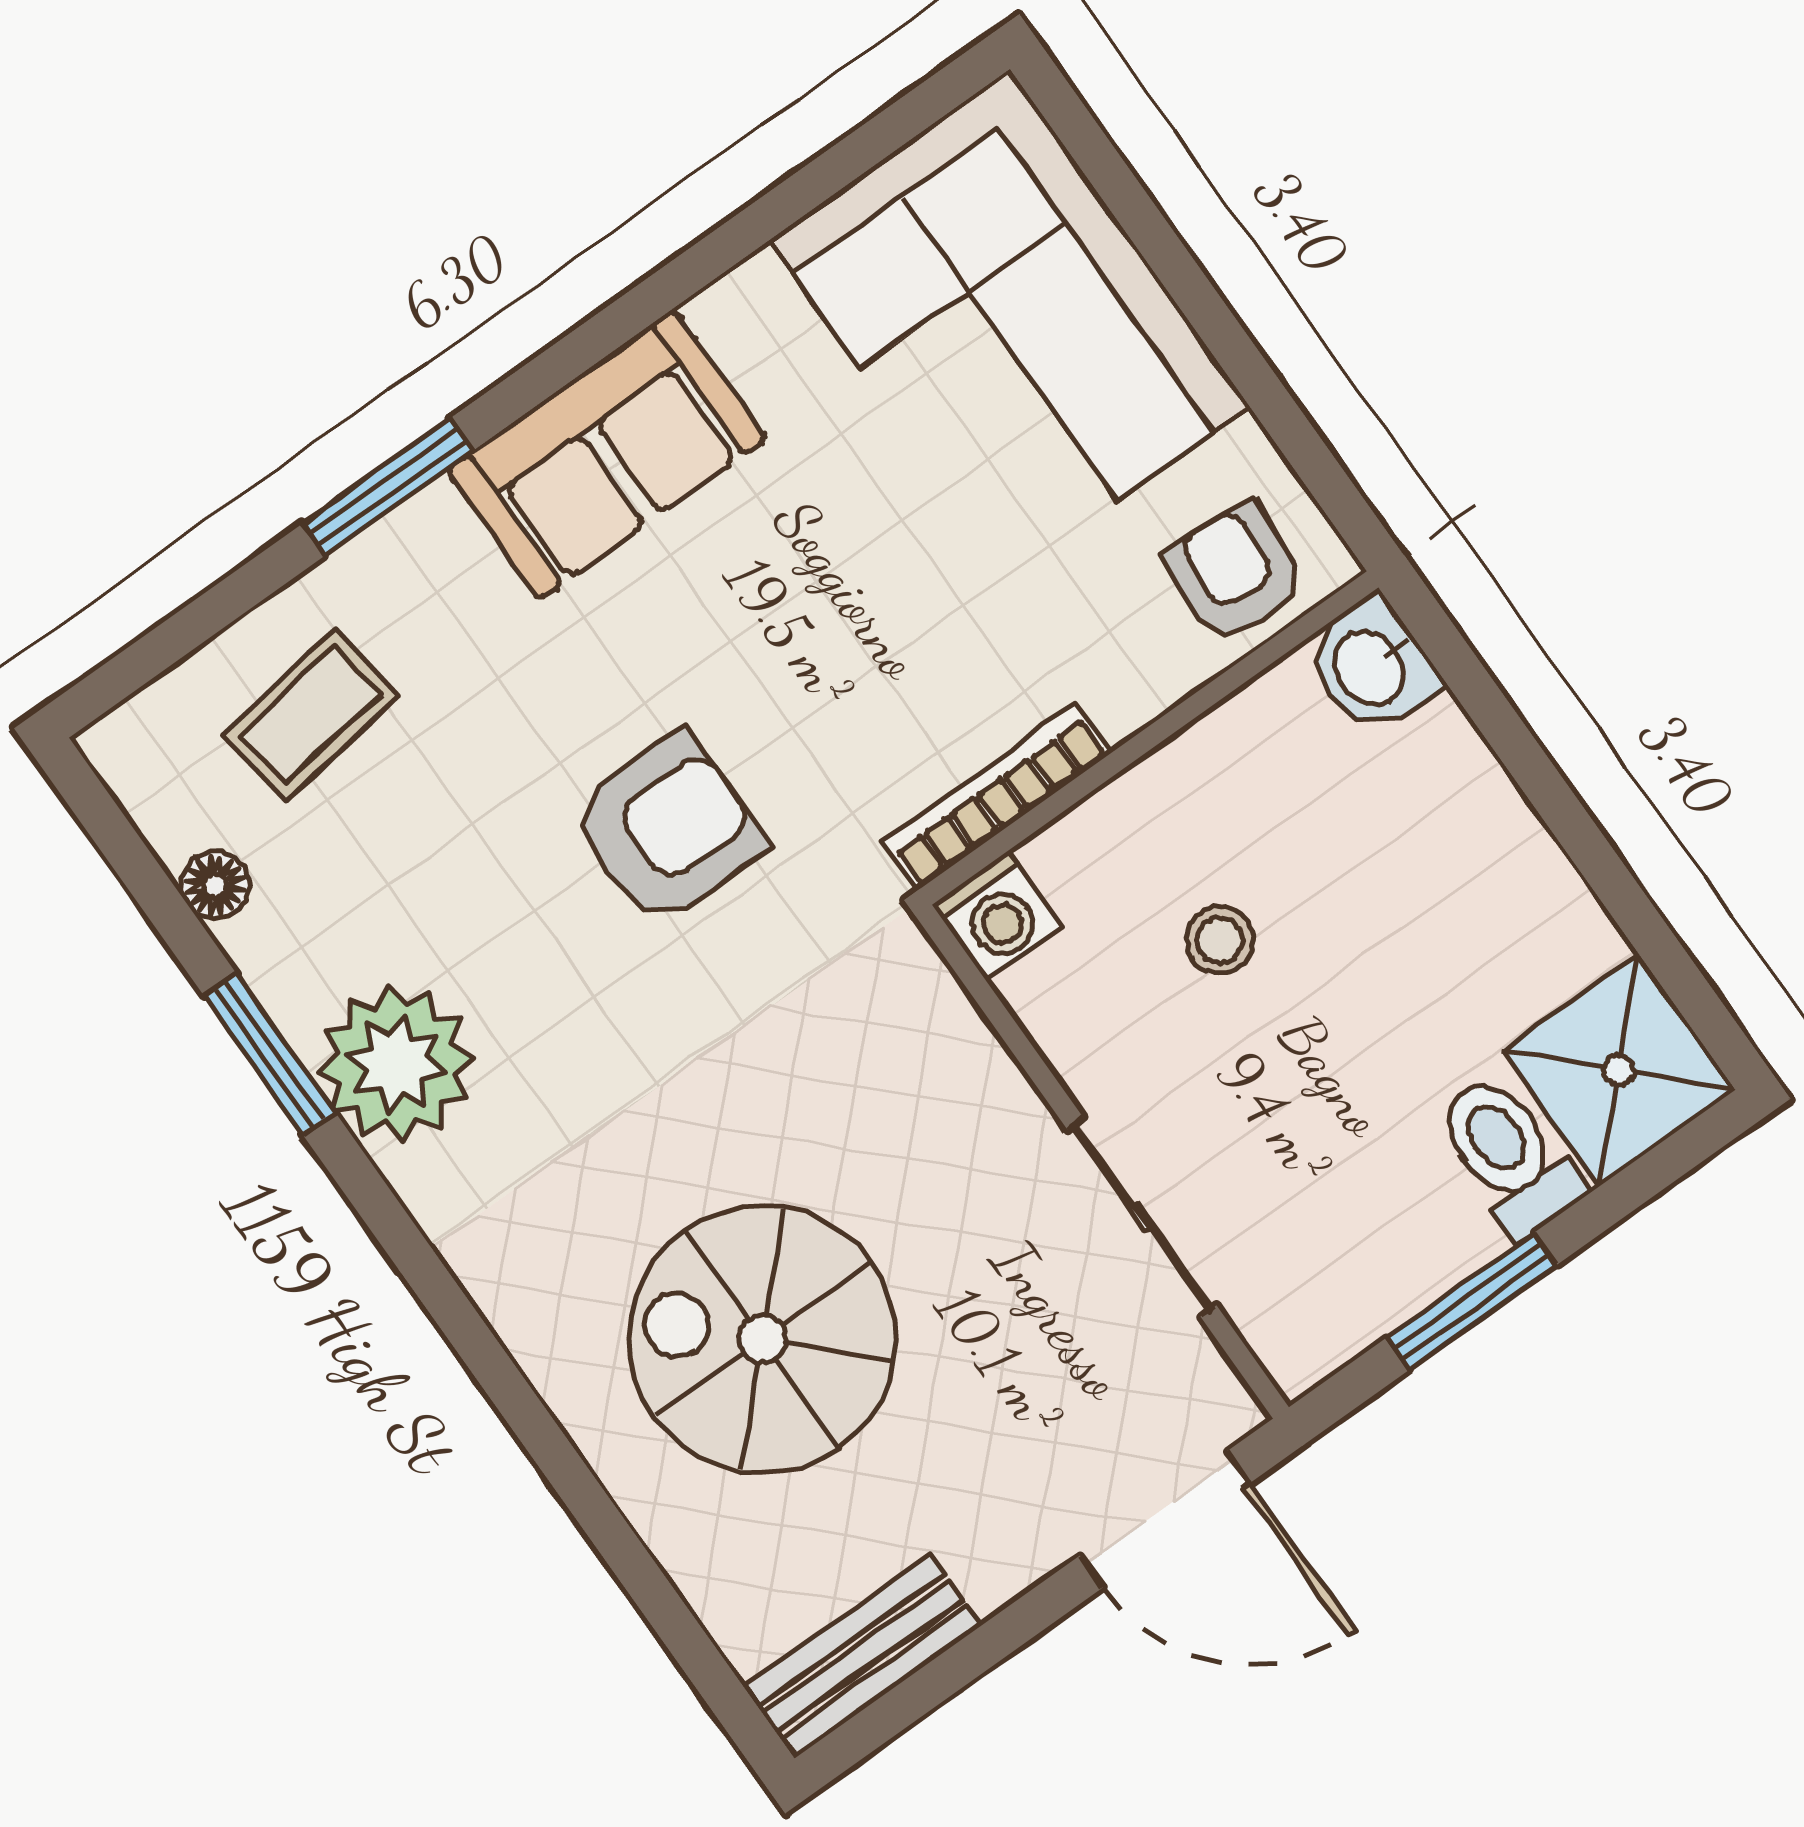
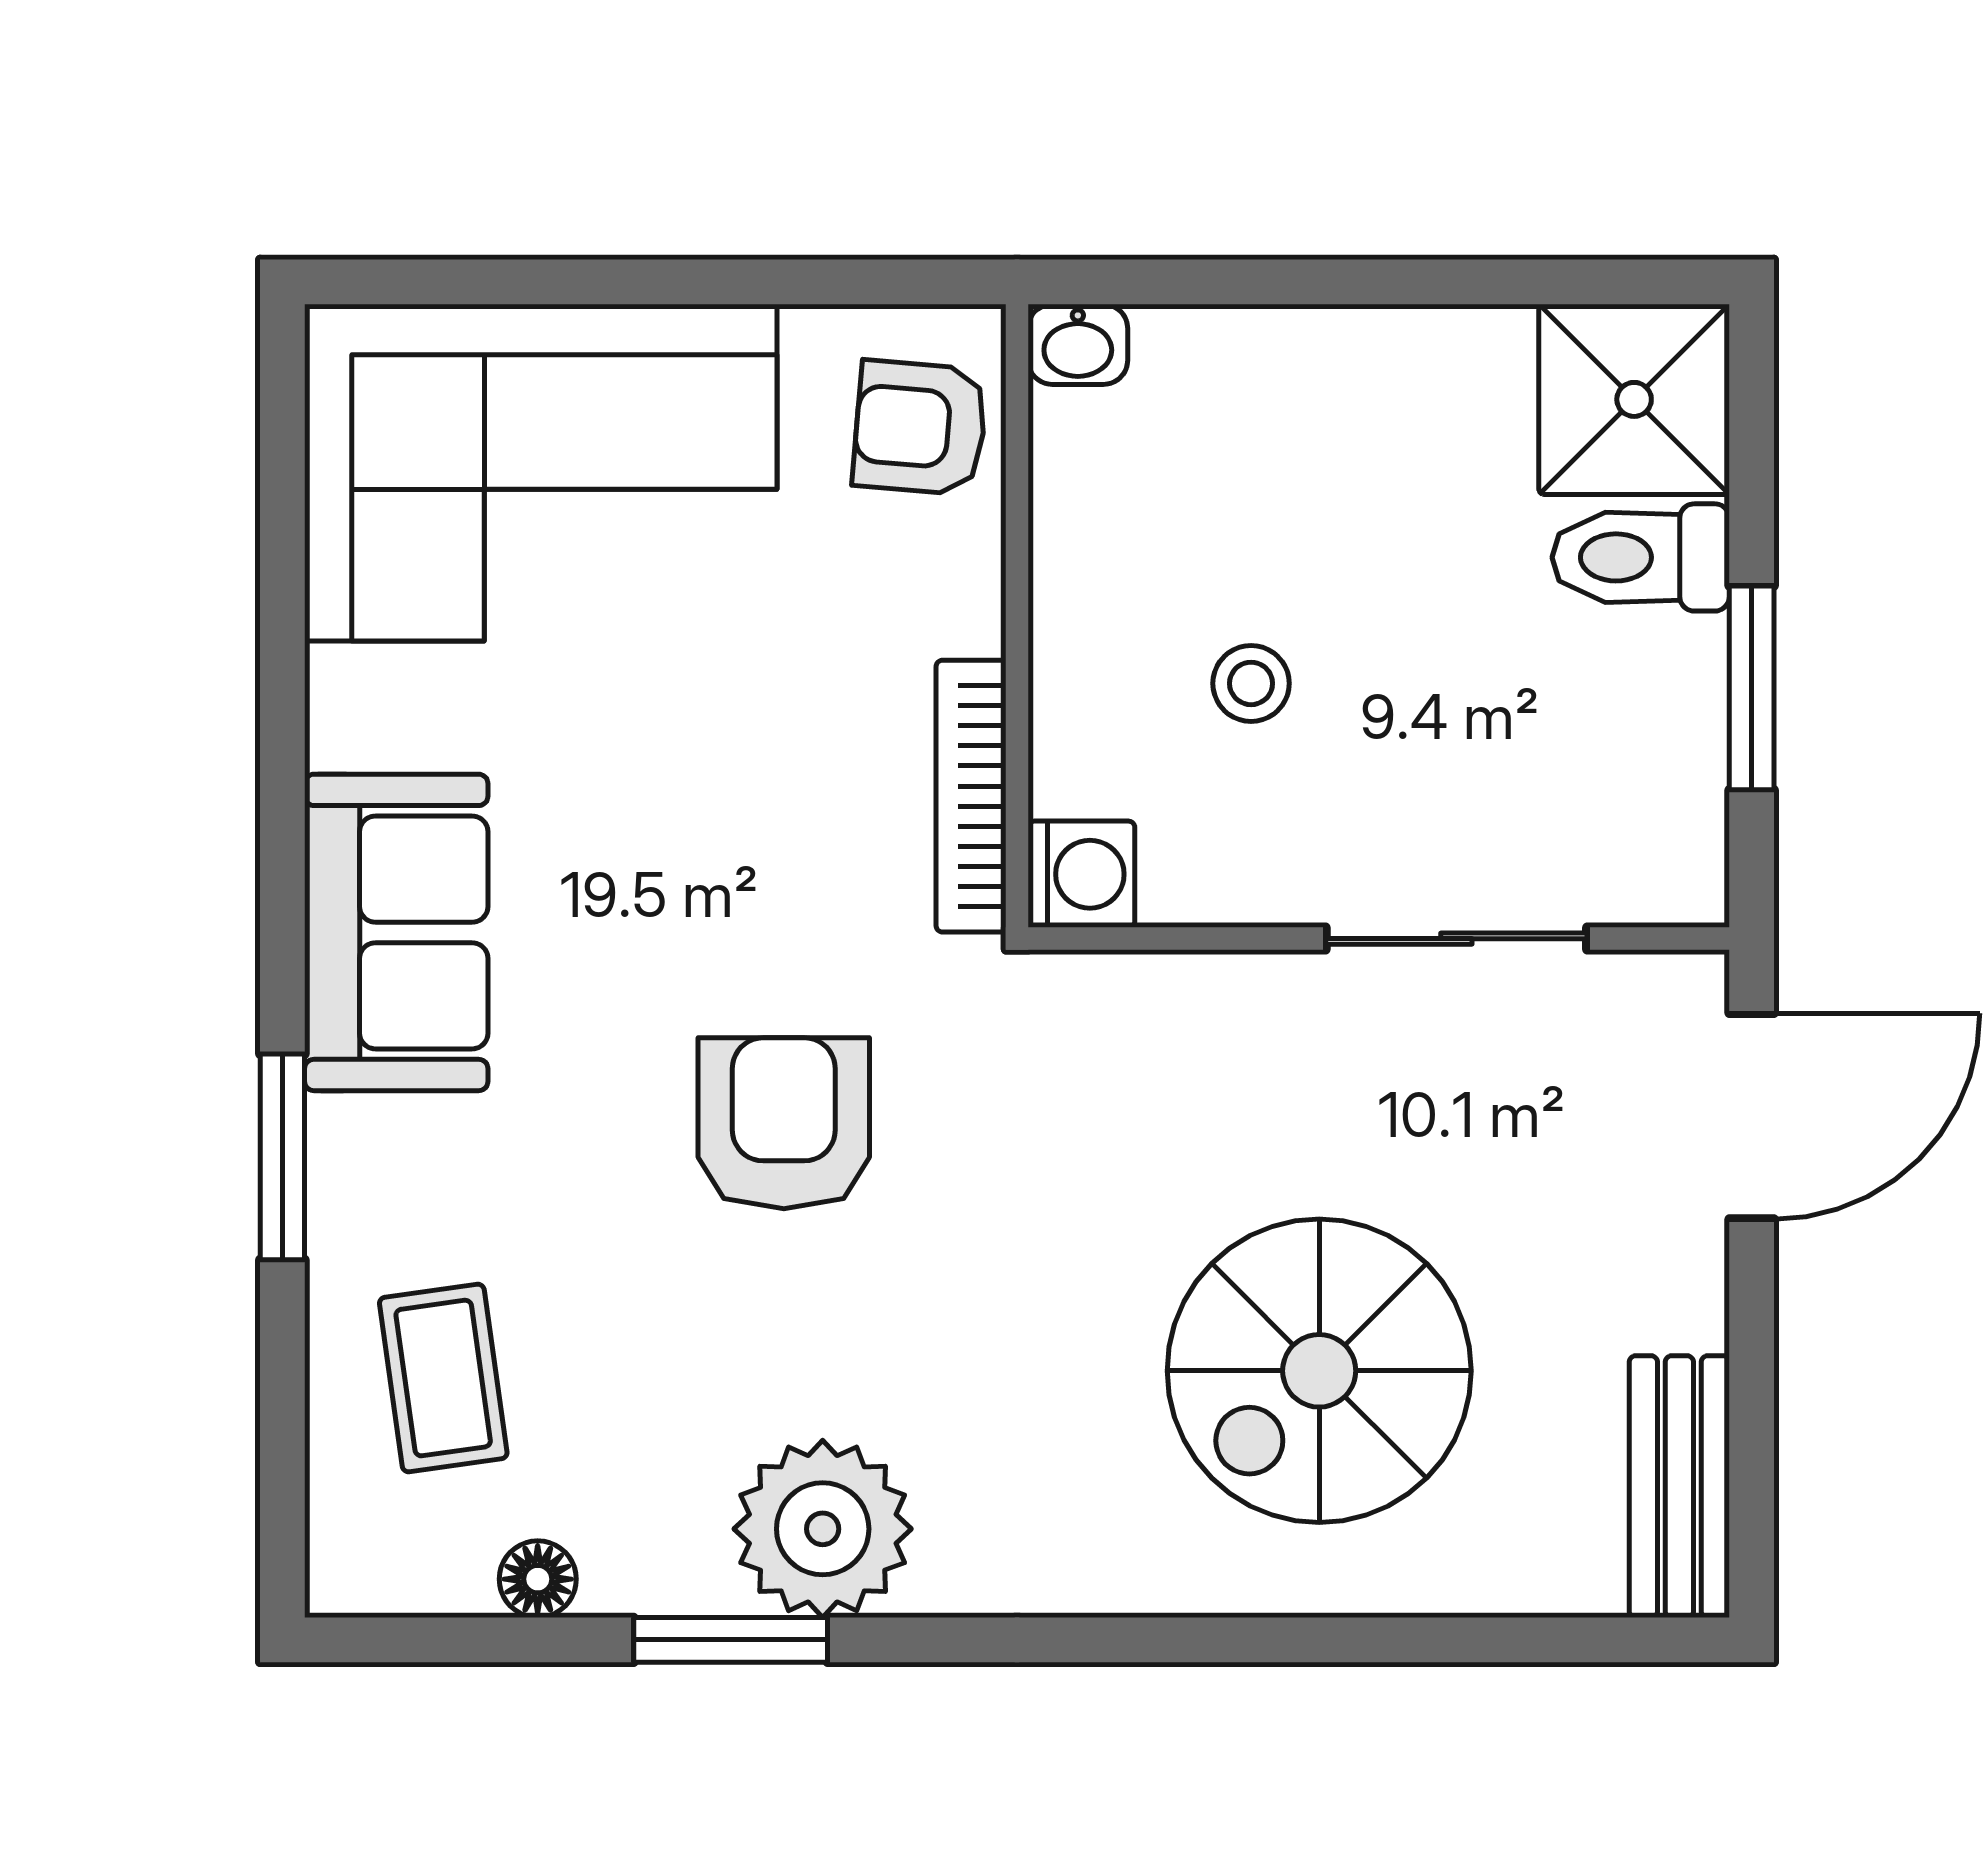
washbasin: (1372, 666) -> (1078, 344), width x0.72, depth x0.69

